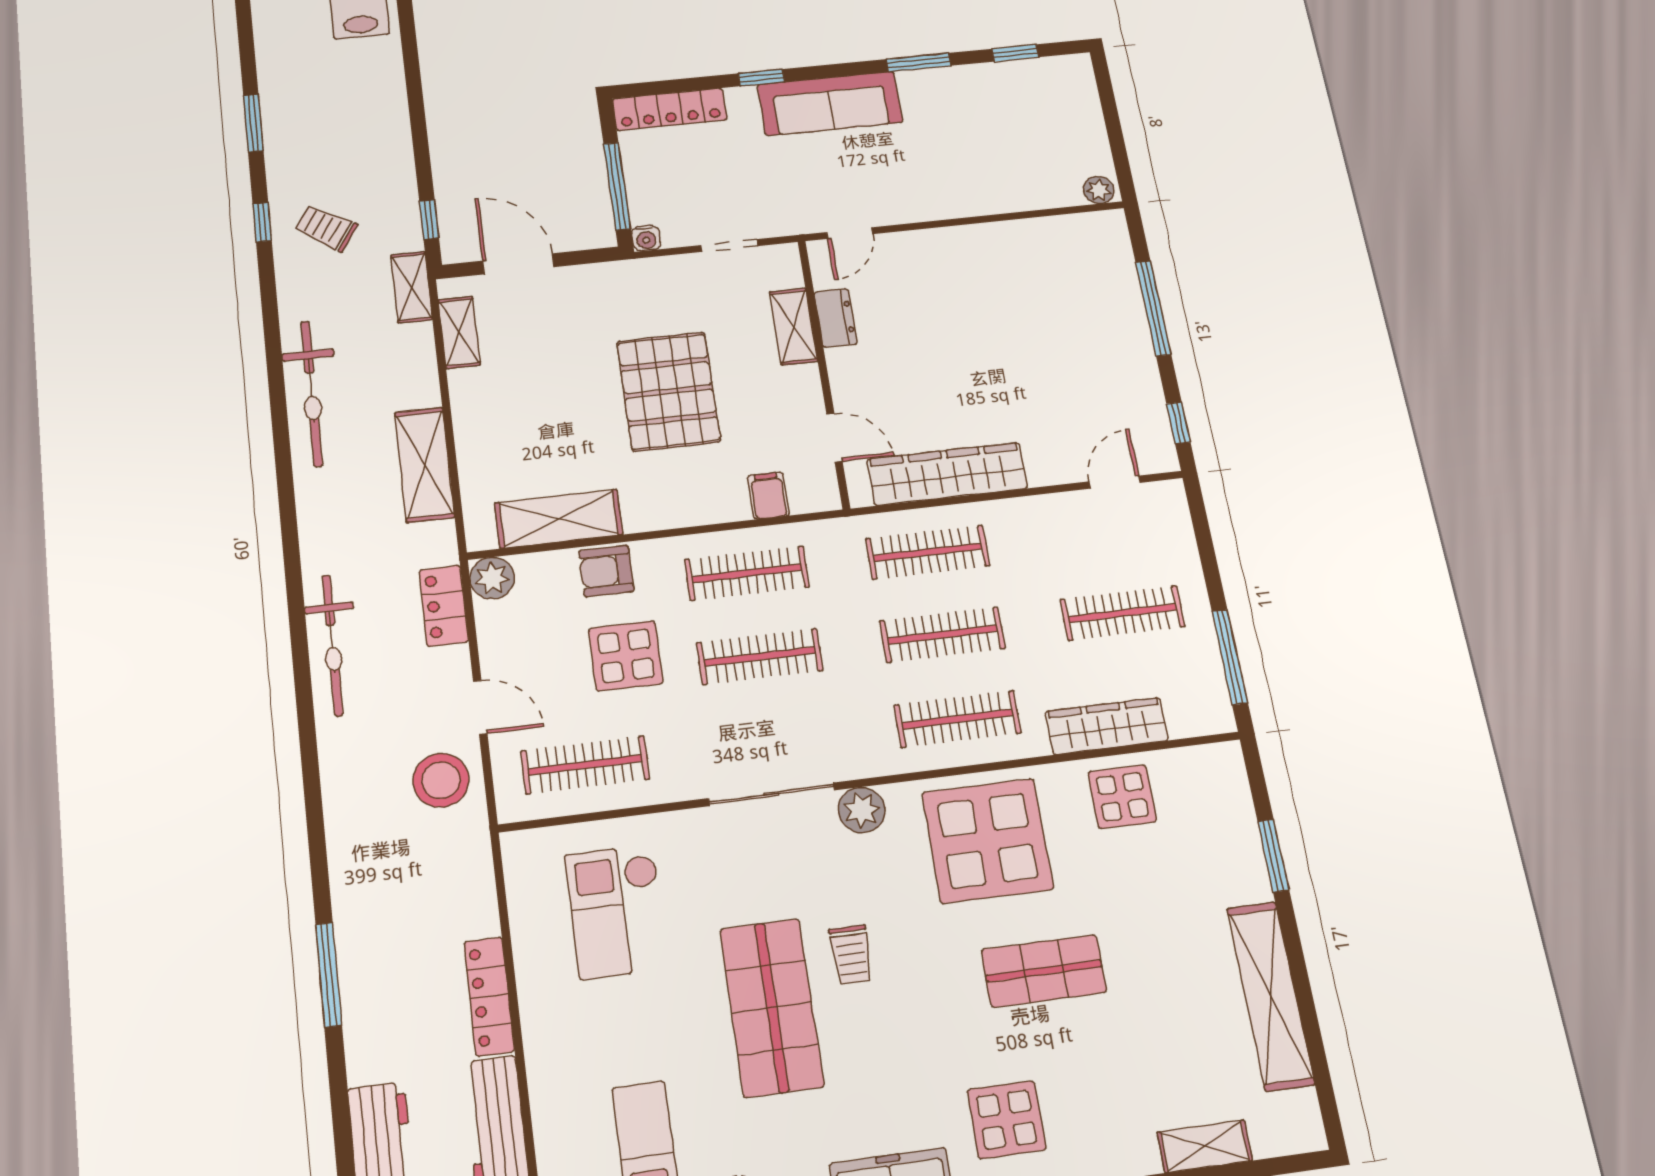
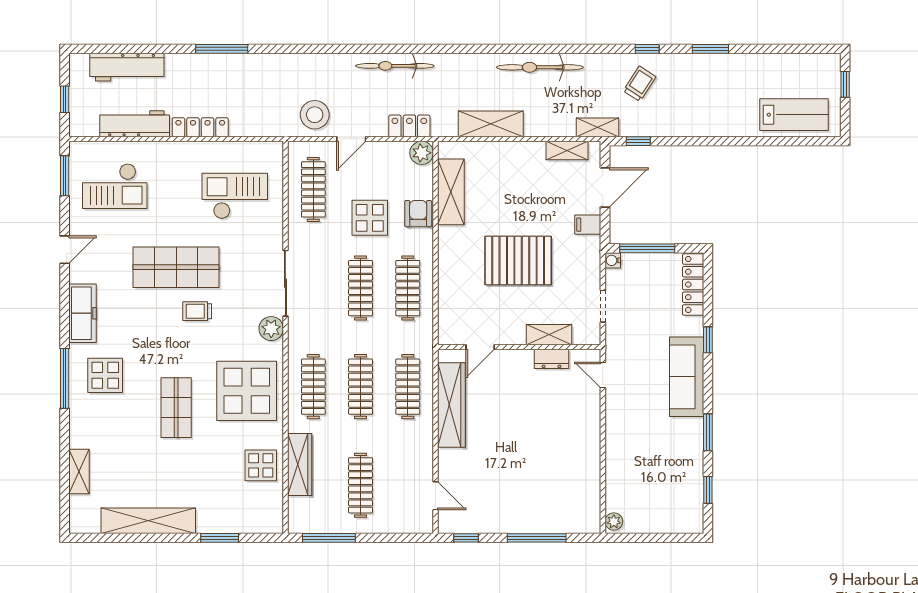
filing cabinet: (768, 496) -> (588, 225), moved, turned 180

